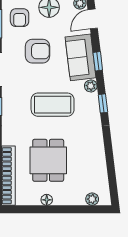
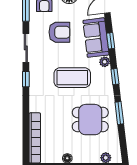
window: (108, 146) -> (119, 113), added
dining table: (48, 160) -> (90, 120), moved, turned 90

